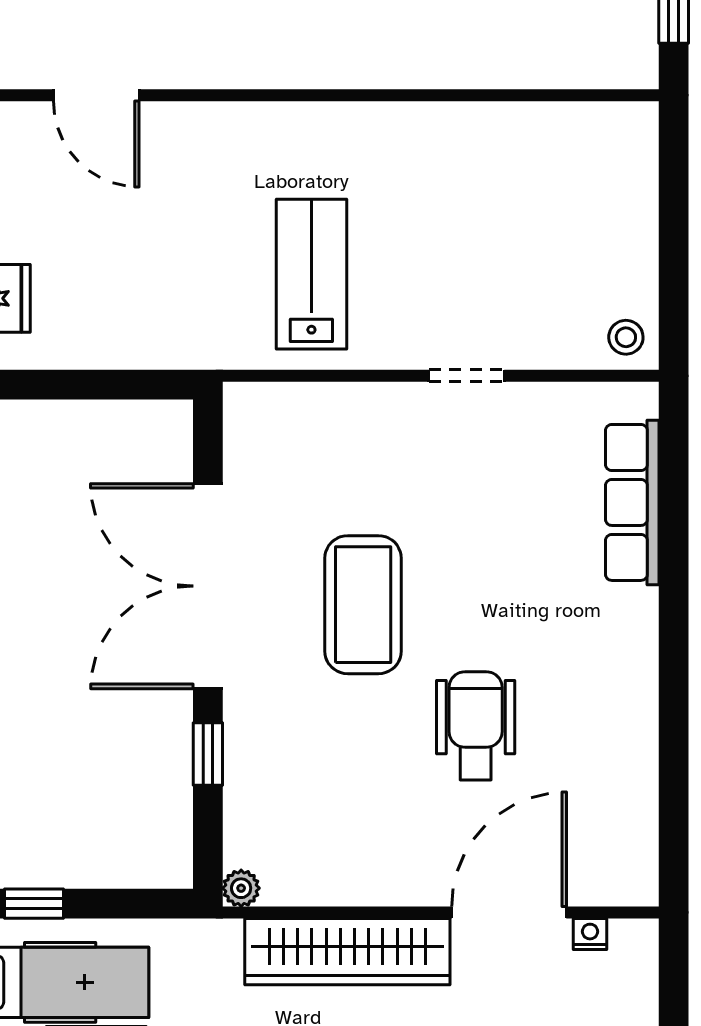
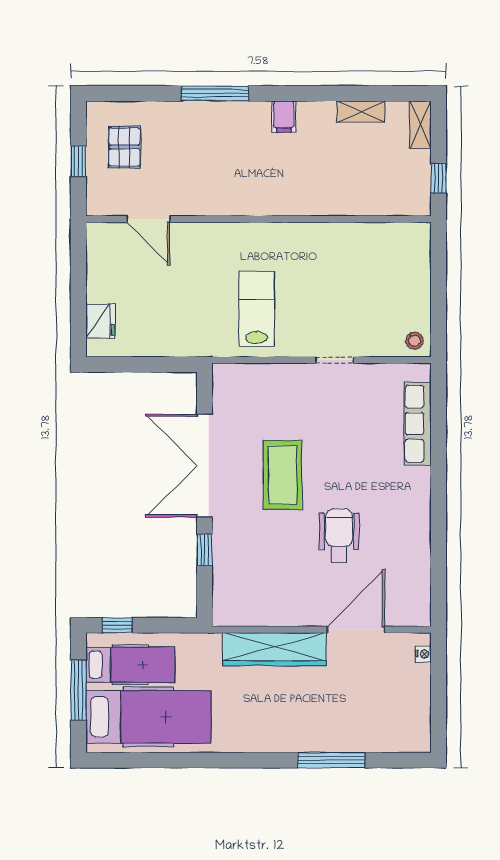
plant: (241, 888) -> (221, 617), removed
nightstand: (590, 934) -> (423, 654), moved, turned 90

